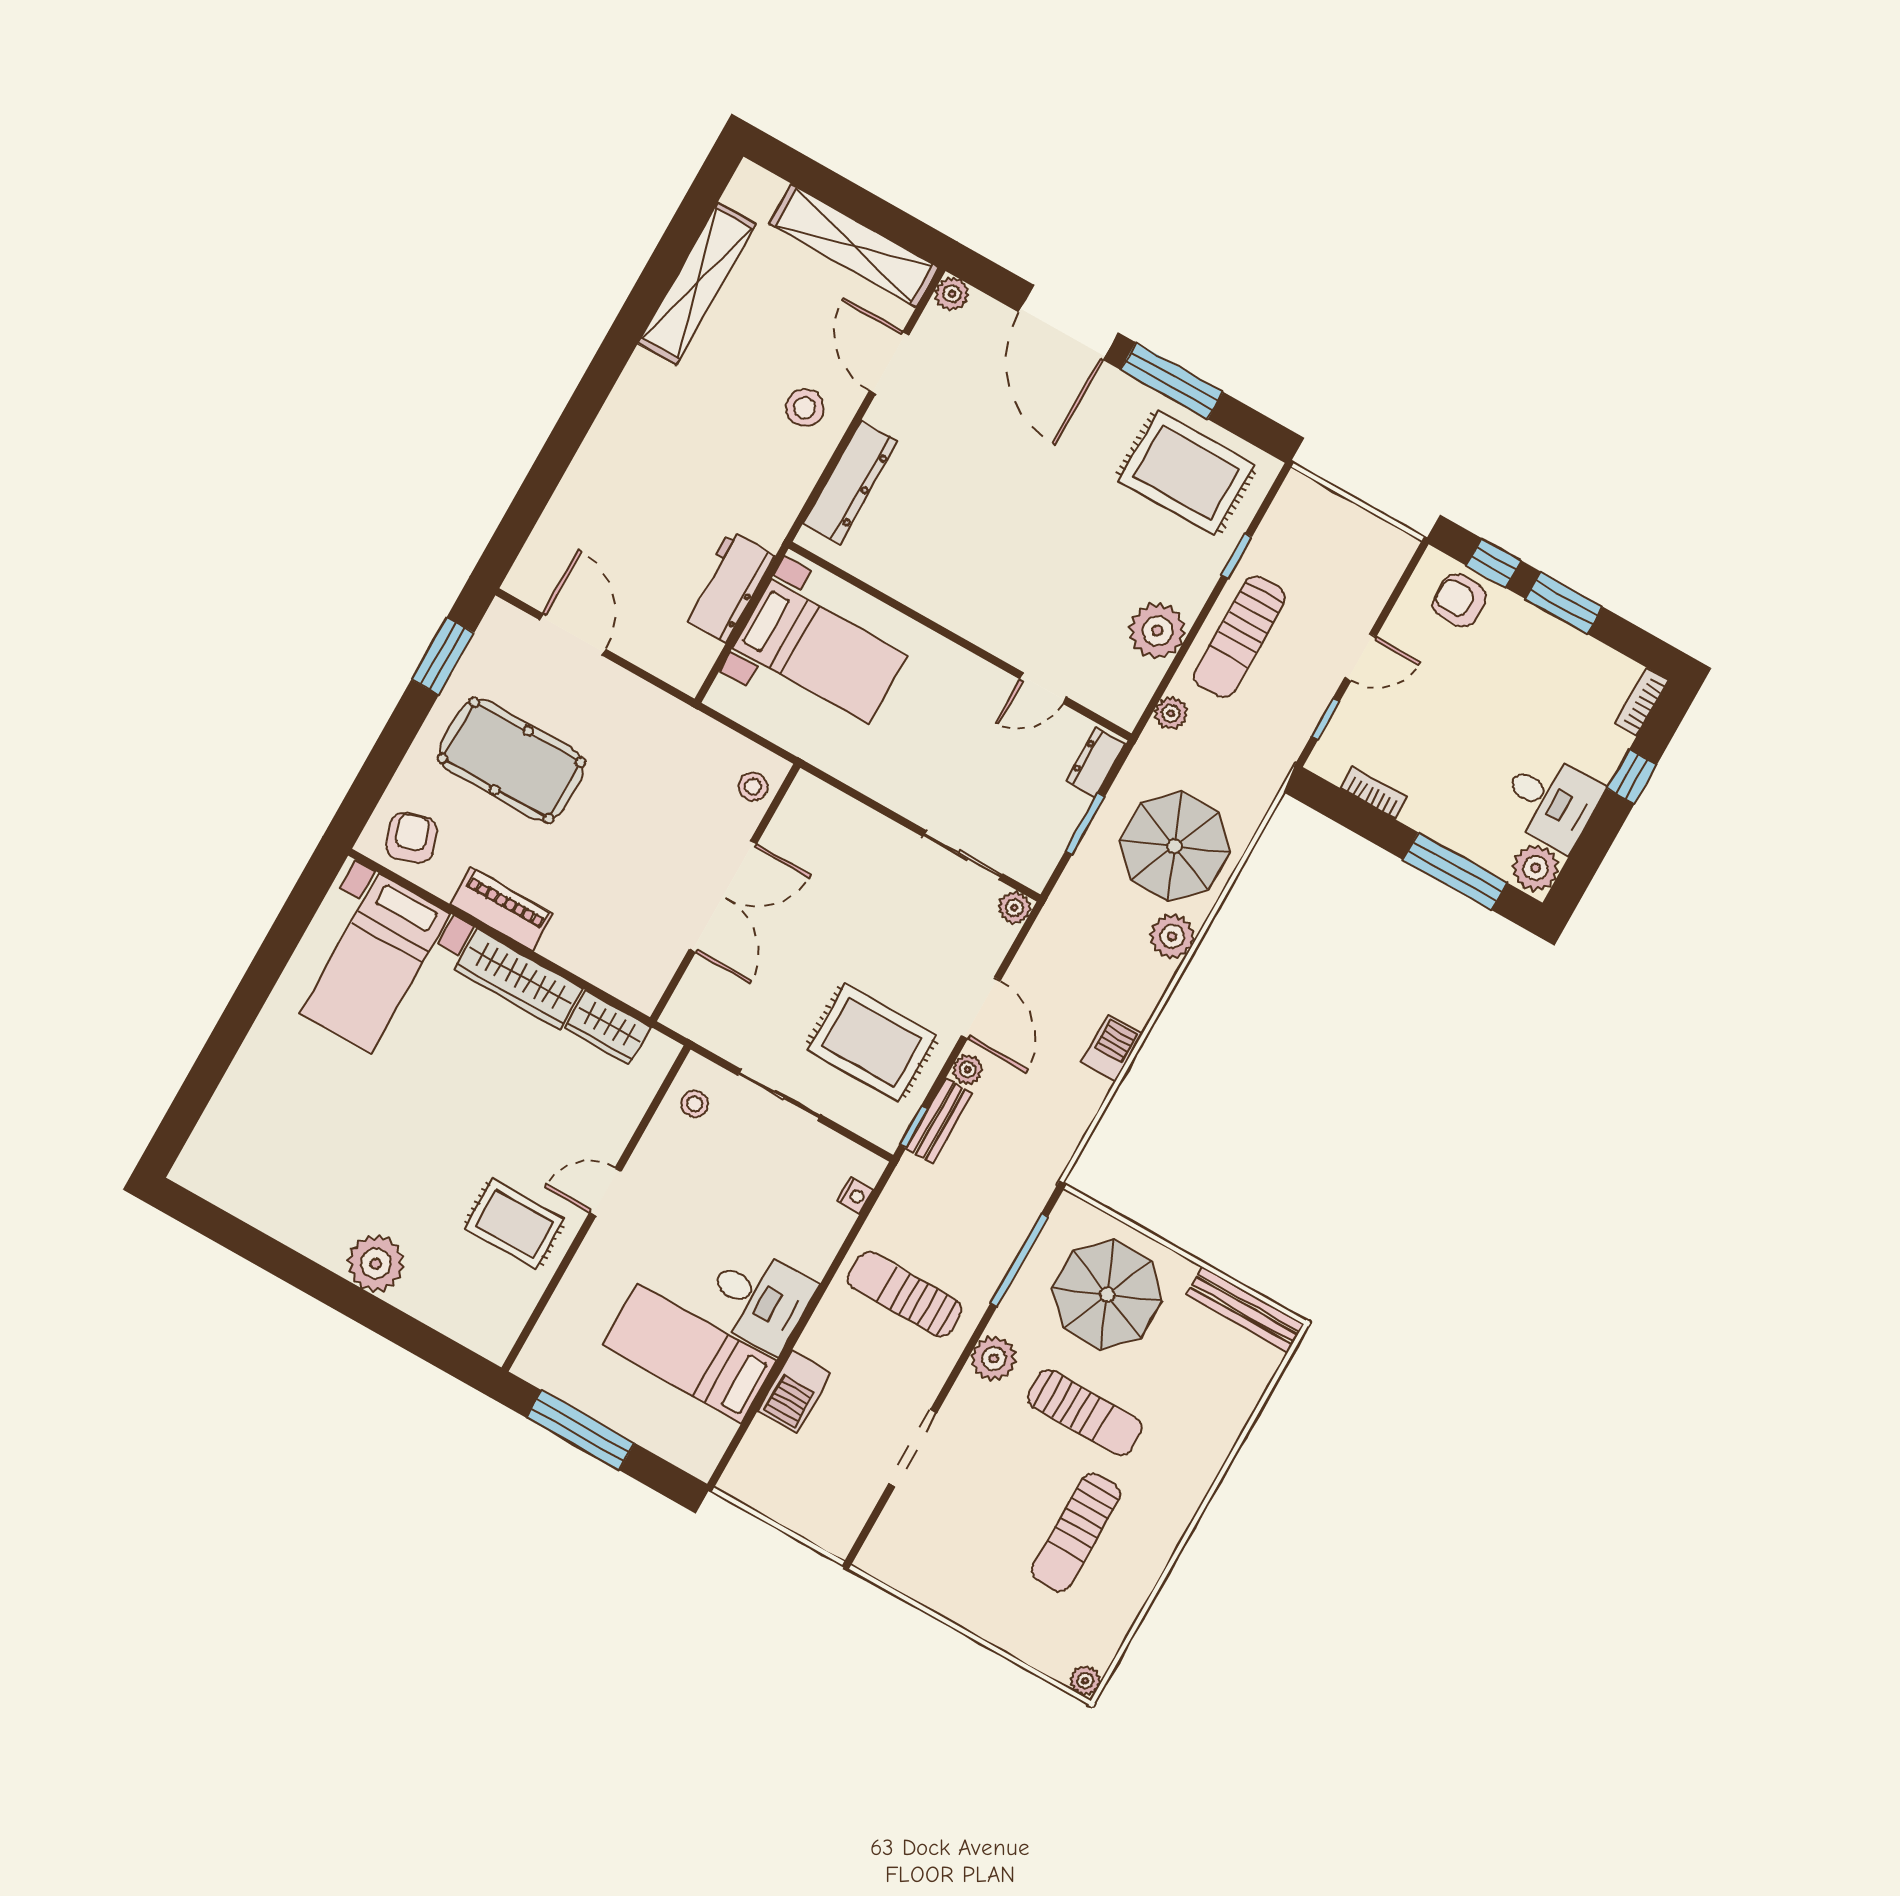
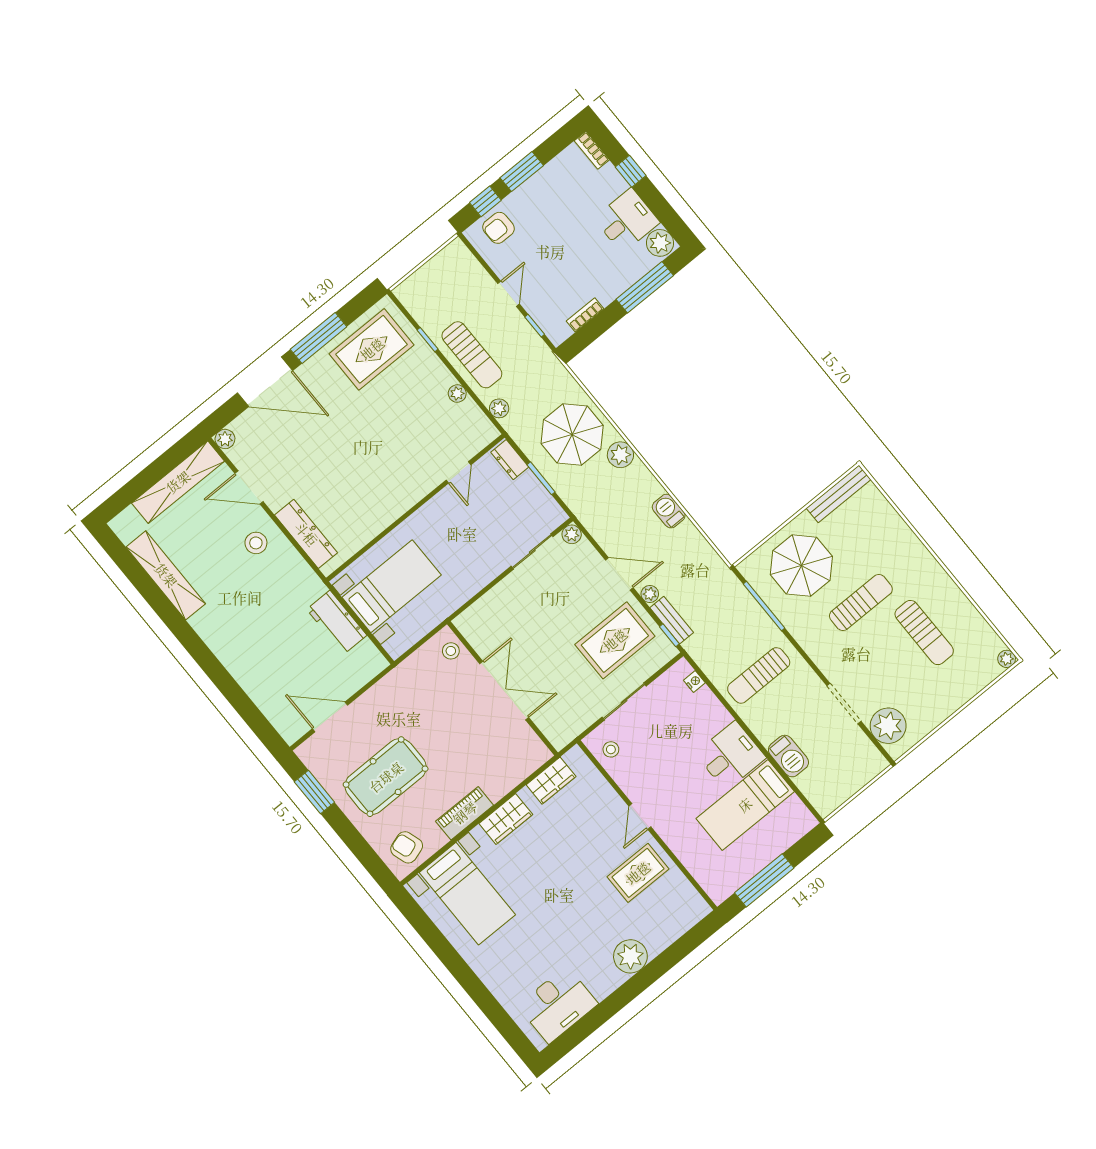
plant: (1157, 631) -> (457, 394), width x0.53, depth x0.53
wardrobe: (518, 979) -> (506, 819), width x0.67
desk: (253, 1177) -> (558, 1005), added
plant: (994, 1359) -> (888, 726), moved, width x1.36, depth x1.36

